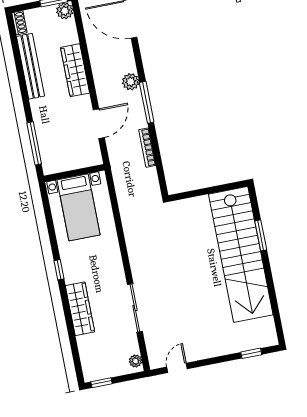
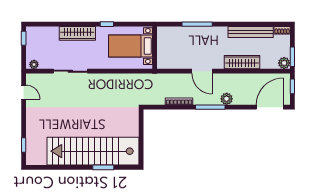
wall: (74, 173) -> (155, 48), moved
bed with nightstands: (79, 207) -> (130, 46), moved

